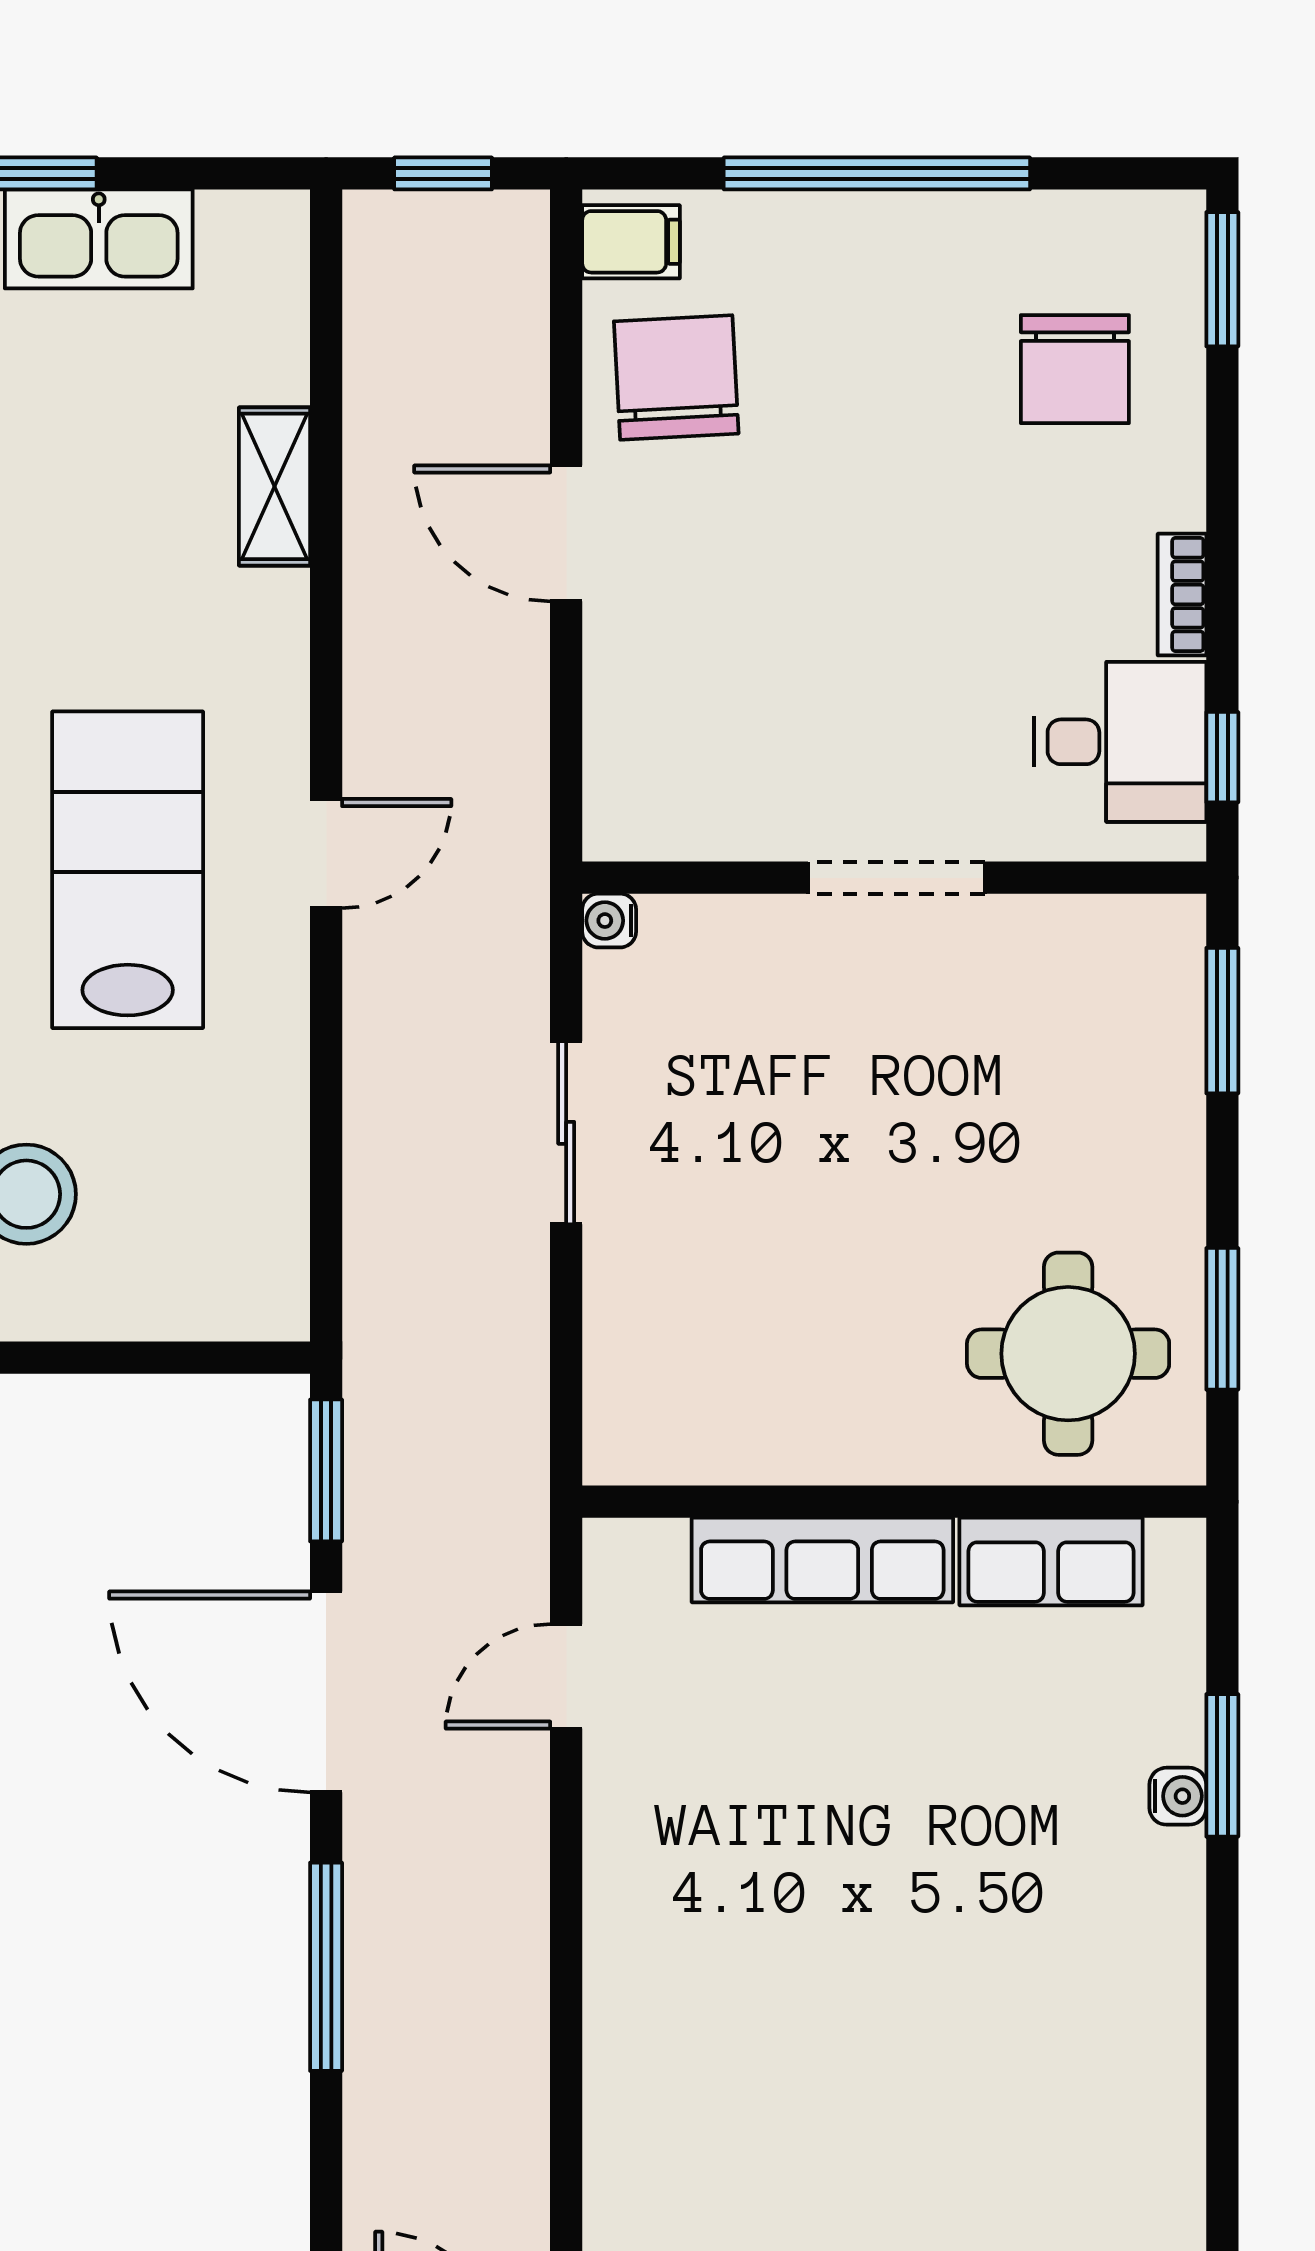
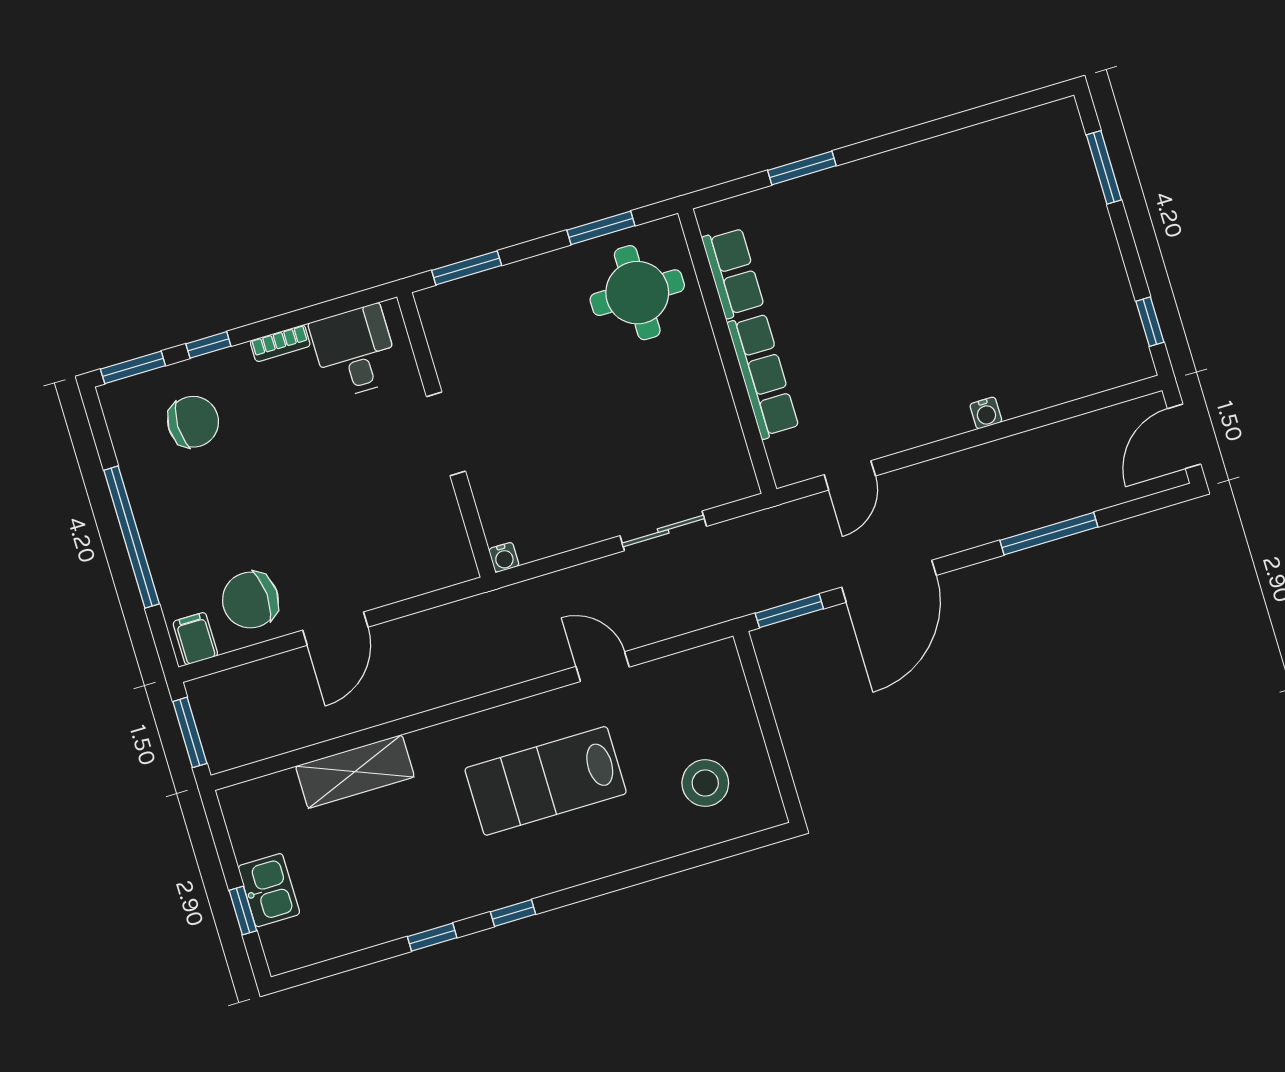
window: (443, 173) -> (190, 732), width x1.50
kitchen sink: (99, 239) -> (269, 890), width x0.73
shelving: (275, 486) -> (355, 772), width x1.50, depth x1.33
window: (1222, 757) -> (208, 345), moved
door: (326, 854) -> (603, 667), moved
sliding door: (566, 1133) -> (663, 531), moved
door: (566, 1676) -> (850, 475), hinge flipped
water cooler: (1178, 1796) -> (986, 413), moved, turned 180
window: (326, 1967) -> (1049, 534), moved

